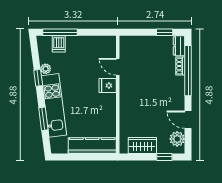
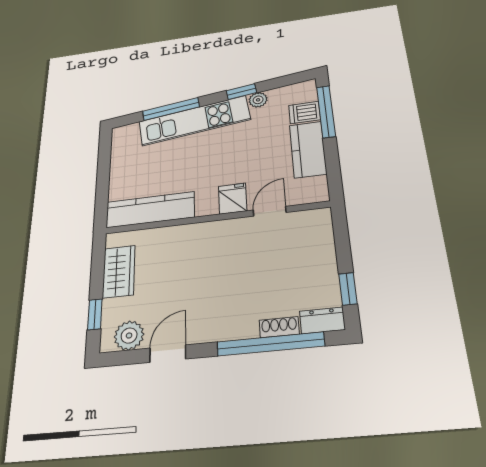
kitchen counter: (83, 44) -> (308, 149), added
window: (43, 119) -> (171, 109), width x1.44
kitchen counter: (92, 146) -> (150, 210), moved, turned -90

